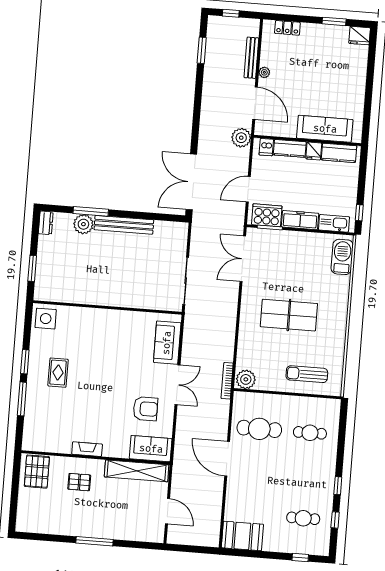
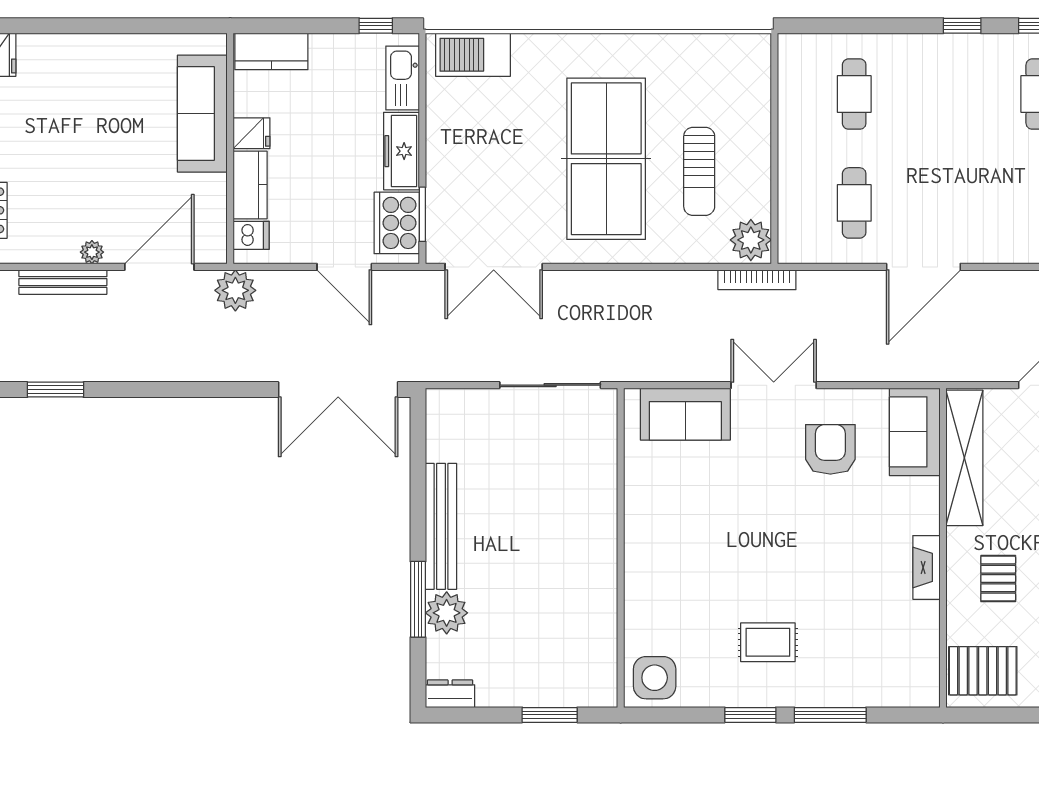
kitchen counter: (339, 153) -> (271, 51), moved, turned 90
table tennis table: (289, 315) -> (606, 159), width x1.36, depth x1.32
sun lounger: (307, 374) -> (699, 171), moved
cafe table: (259, 429) -> (854, 203), width x0.73, depth x0.74

